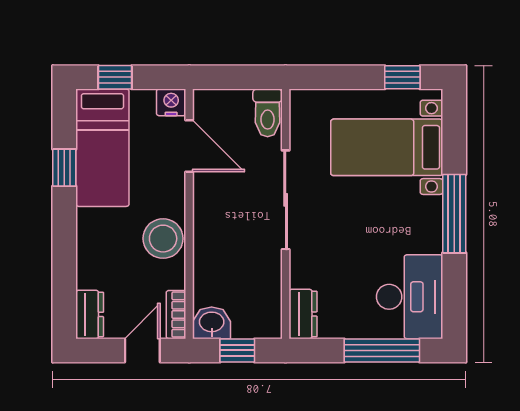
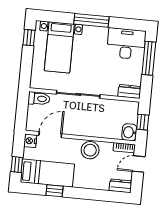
door: (142, 350) -> (139, 164), hinge flipped

